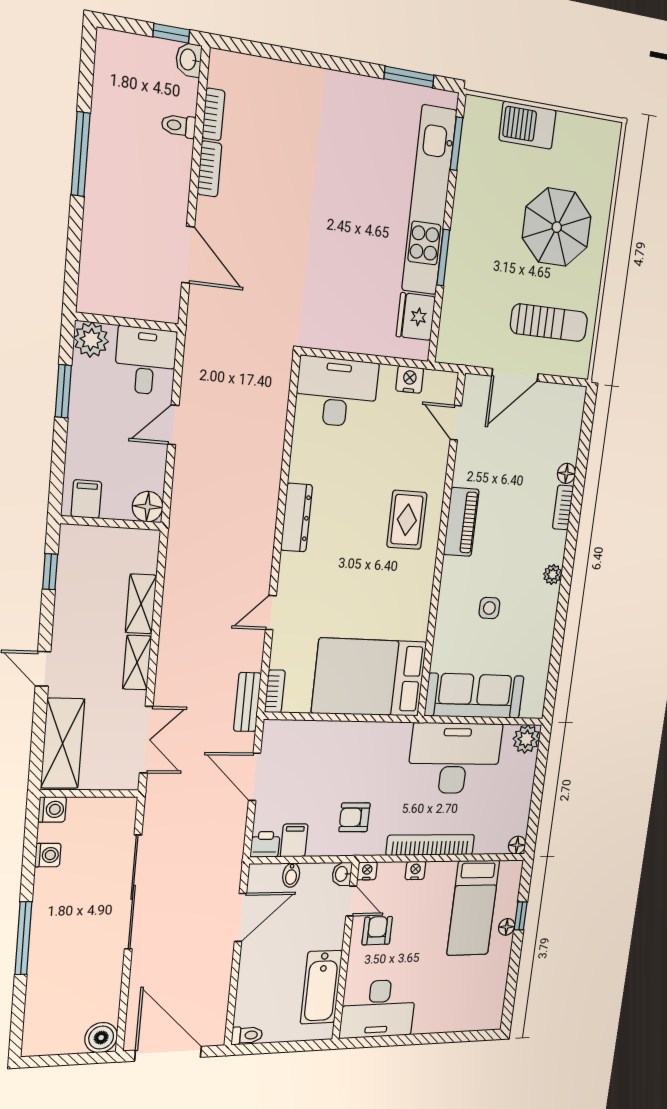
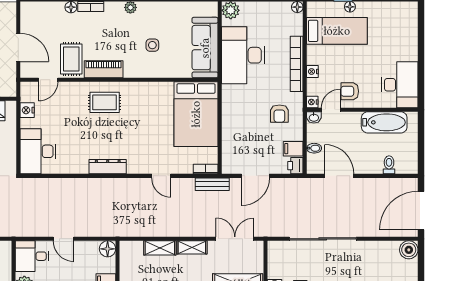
rug: (485, 467) -> (71, 59), added
toilet: (247, 1035) -> (389, 165), moved

